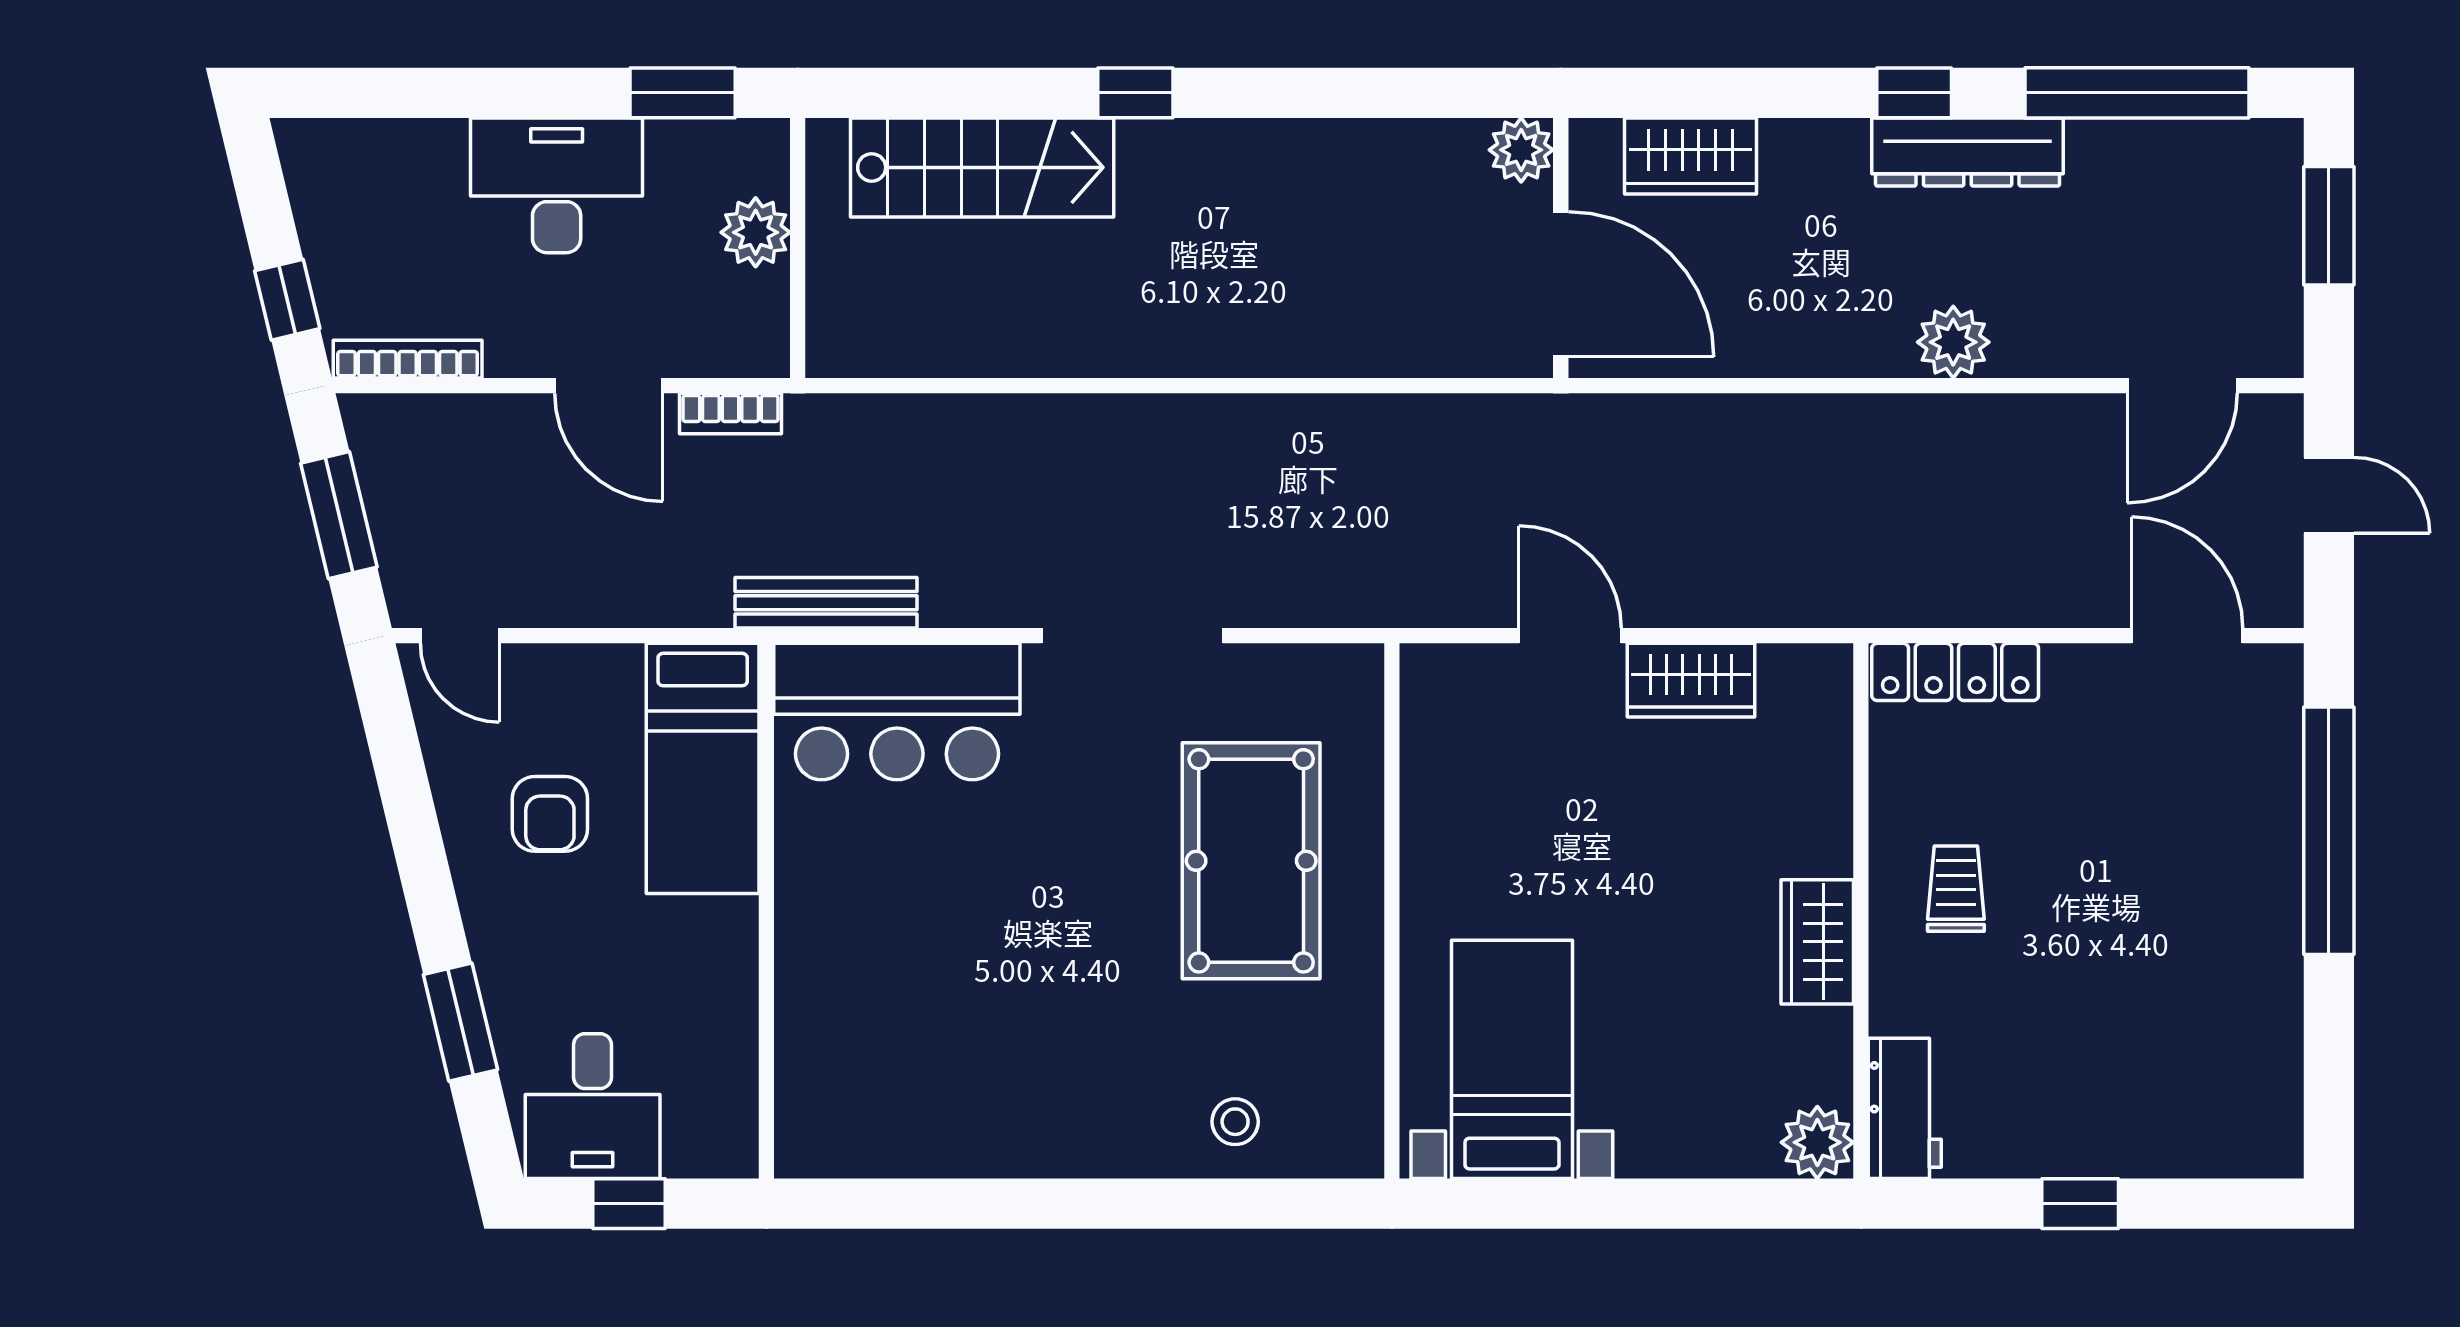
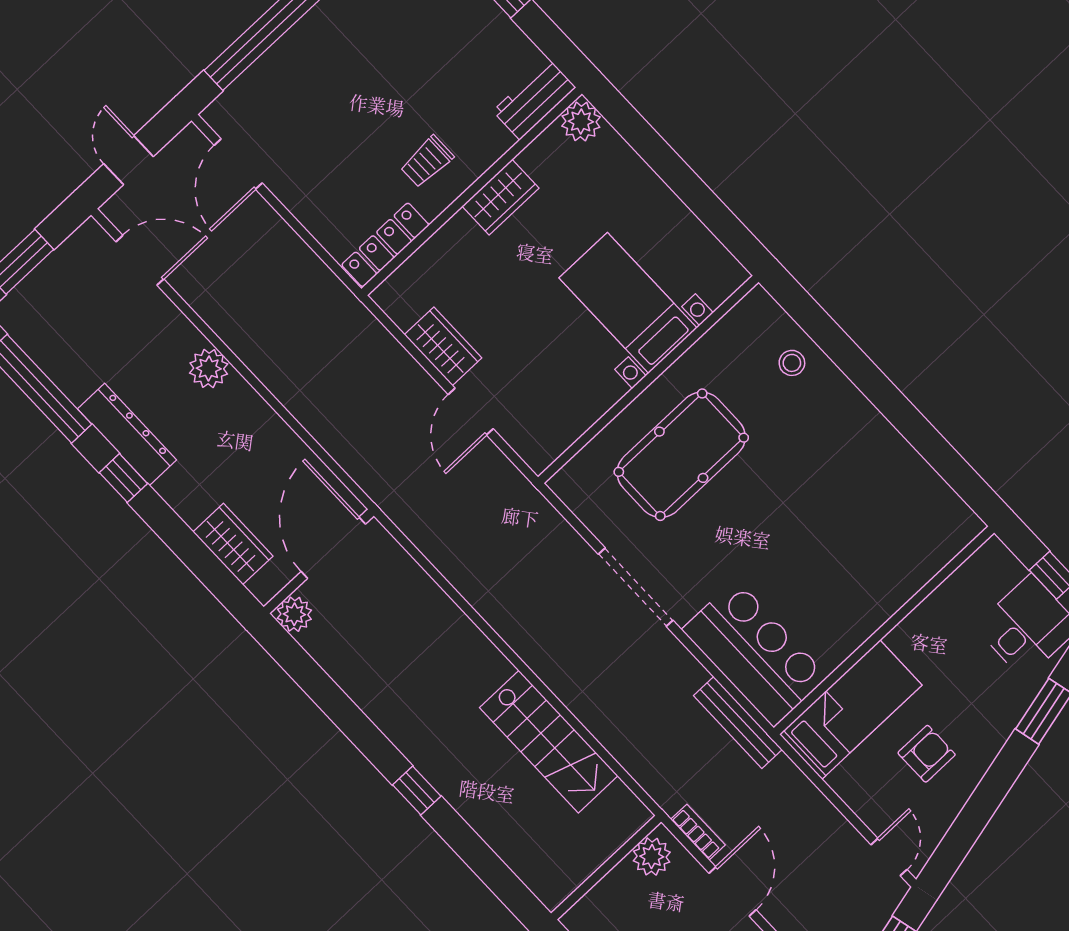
stairs: (982, 167) -> (549, 742), moved, turned 180
plant: (756, 232) -> (652, 857), moved
locker: (1955, 672) -> (385, 245), moved, turned -90
bed with nightstands: (1512, 1059) -> (628, 303), moved, turned 90

